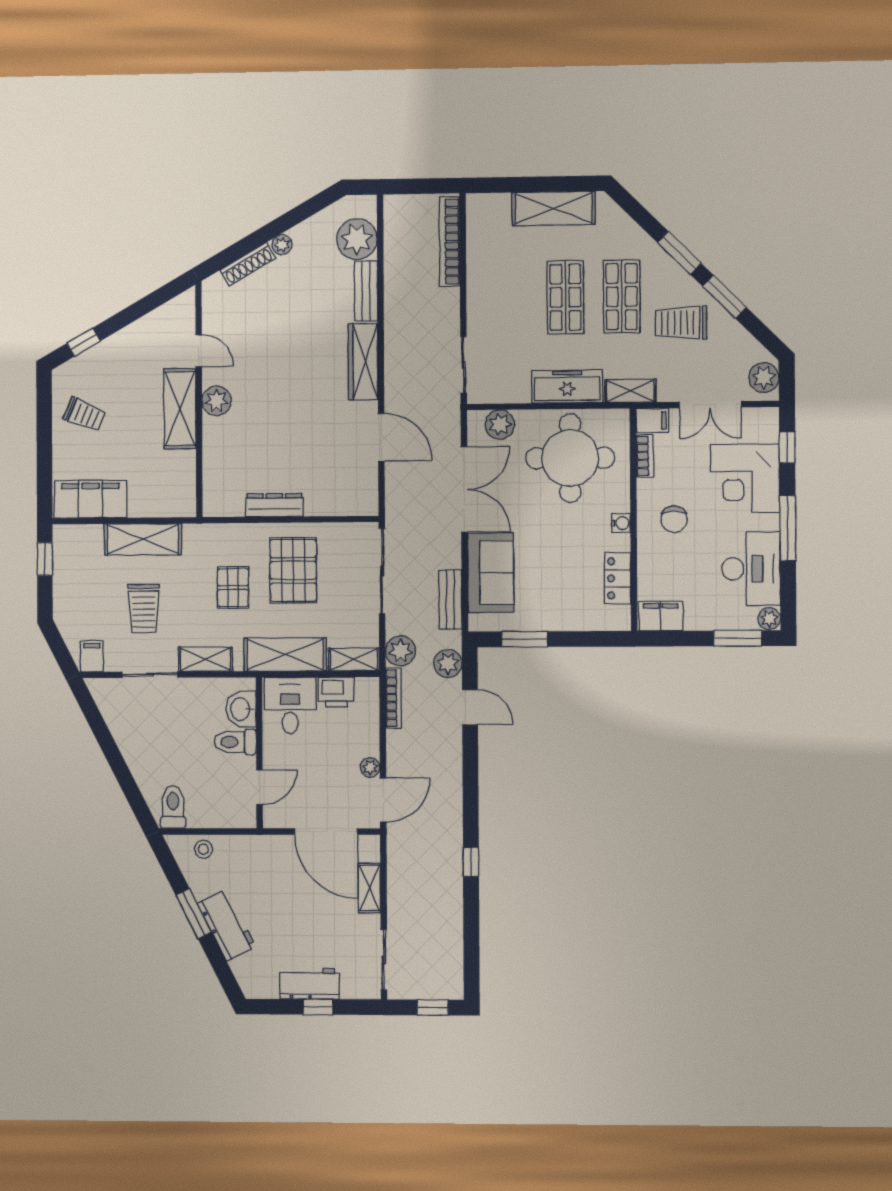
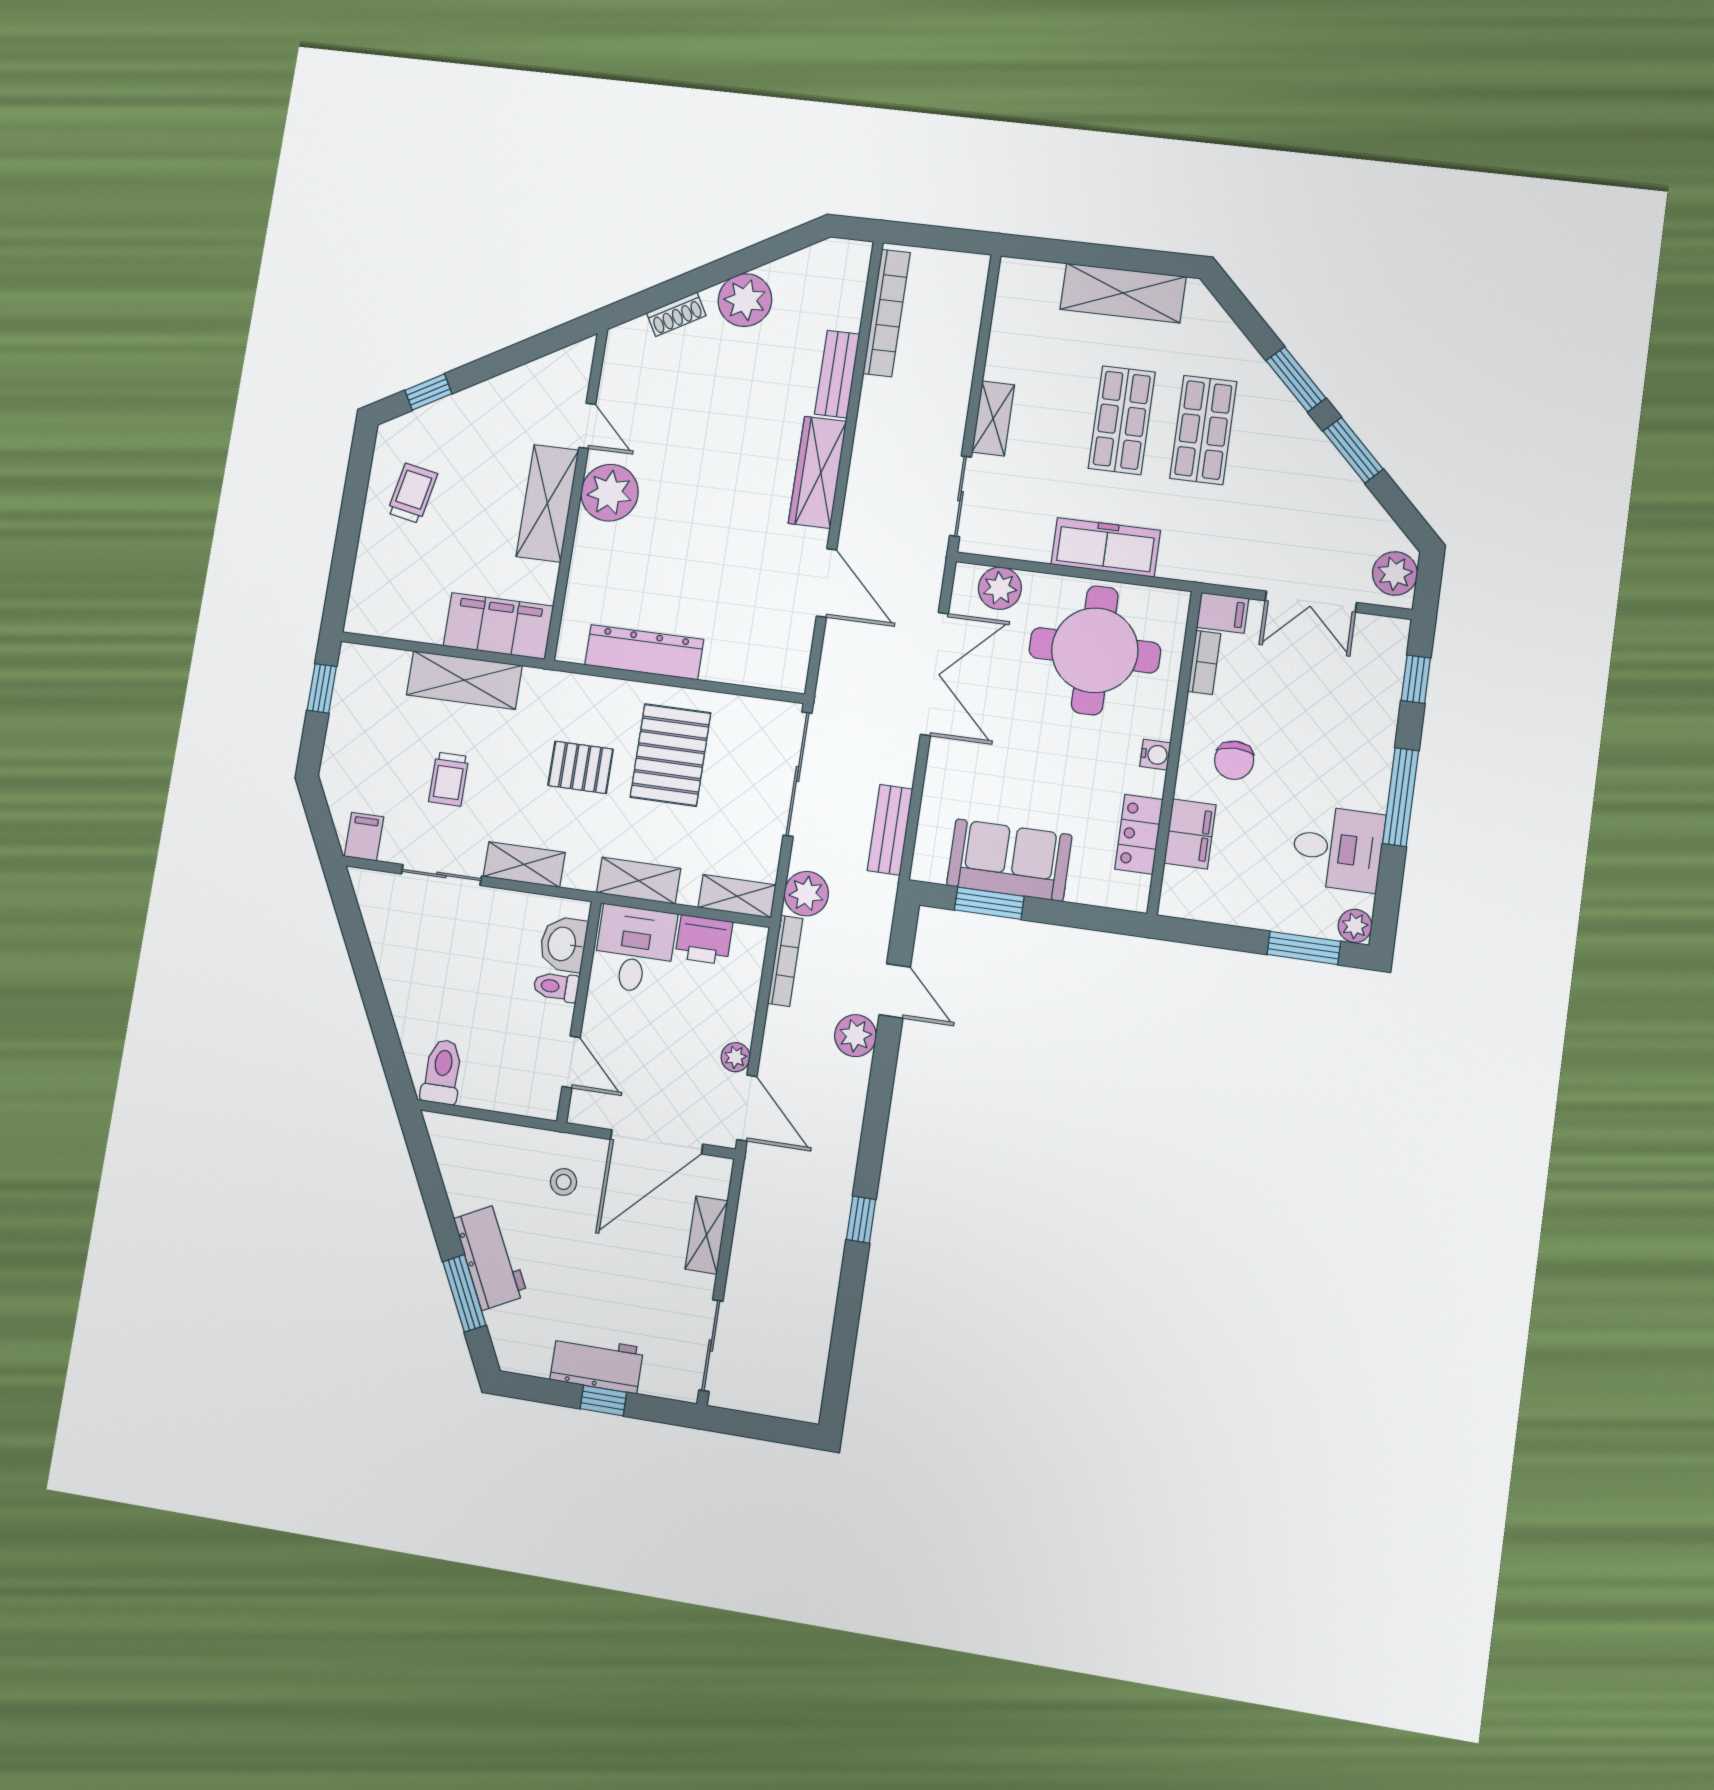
plant: (357, 239) -> (836, 300), removed
bookcase: (450, 241) -> (887, 313), moved, turned 180
plant: (282, 245) -> (745, 300), width x1.88, depth x1.88
shoe rack: (248, 264) -> (676, 314), width x0.70
trolley: (681, 323) -> (1284, 479), removed
shelving: (630, 391) -> (993, 418), moved, turned 90
plant: (217, 401) -> (610, 493), width x1.36, depth x1.36
trolley: (85, 415) -> (412, 493), turned -102
corner desk: (745, 478) -> (1347, 715), removed
filing cabinet: (90, 499) -> (498, 626), moved
dresser: (274, 505) -> (644, 652), width x1.37, depth x1.24
desk: (751, 569) -> (1338, 848), width x0.73
sofa: (491, 573) -> (1009, 860), moved, turned -90
pallet: (233, 588) -> (581, 767), turned 90
trolley: (144, 609) -> (449, 779), width x0.73, depth x0.72
filing cabinet: (661, 616) -> (1190, 834), moved, turned 90
shelving: (285, 655) -> (639, 881), width x0.67, depth x0.75
plant: (448, 664) -> (855, 1036), moved
toilet: (235, 742) -> (556, 987), width x0.73, depth x0.72
door: (259, 787) -> (571, 1062), hinge flipped
door: (383, 800) -> (747, 1108), hinge flipped
door: (326, 832) -> (657, 1142), hinge flipped
stool: (203, 849) -> (564, 1182), moved
window: (194, 914) -> (464, 1293), moved
window: (433, 1008) -> (771, 1429), removed

